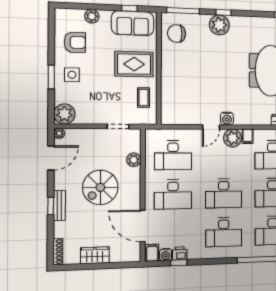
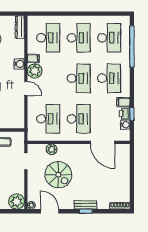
water cooler: (227, 119) -> (19, 64), moved
spiral stairs: (100, 187) -> (58, 175), moved
door: (143, 226) -> (103, 142), hinge flipped
filing cabinet: (152, 253) -> (123, 102), moved
wardrobe: (95, 255) -> (124, 179), removed

